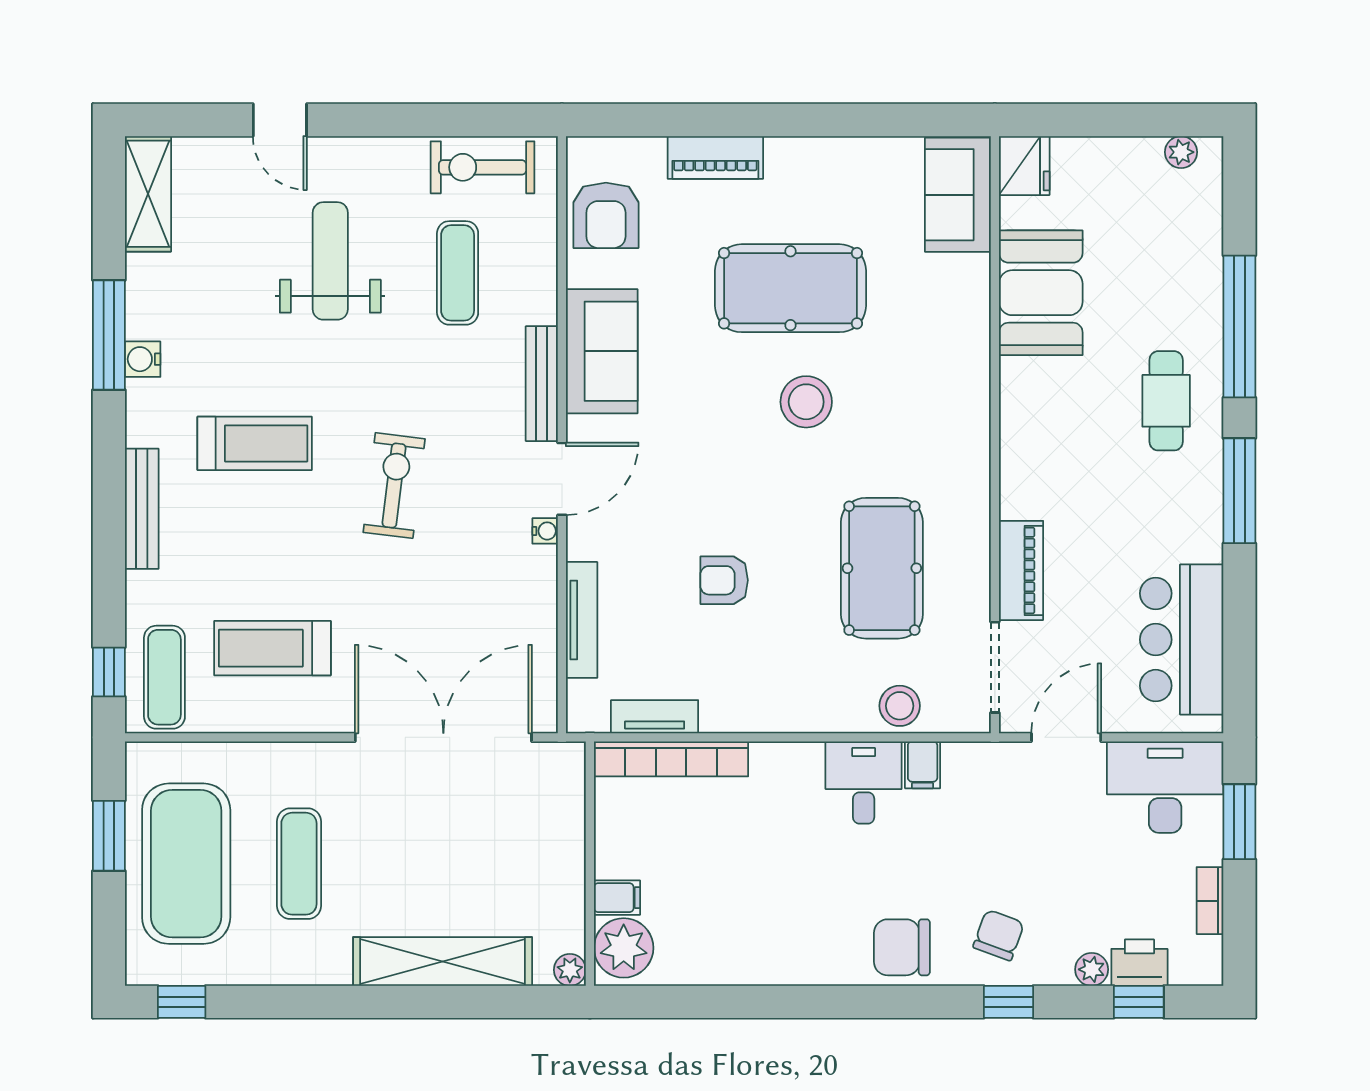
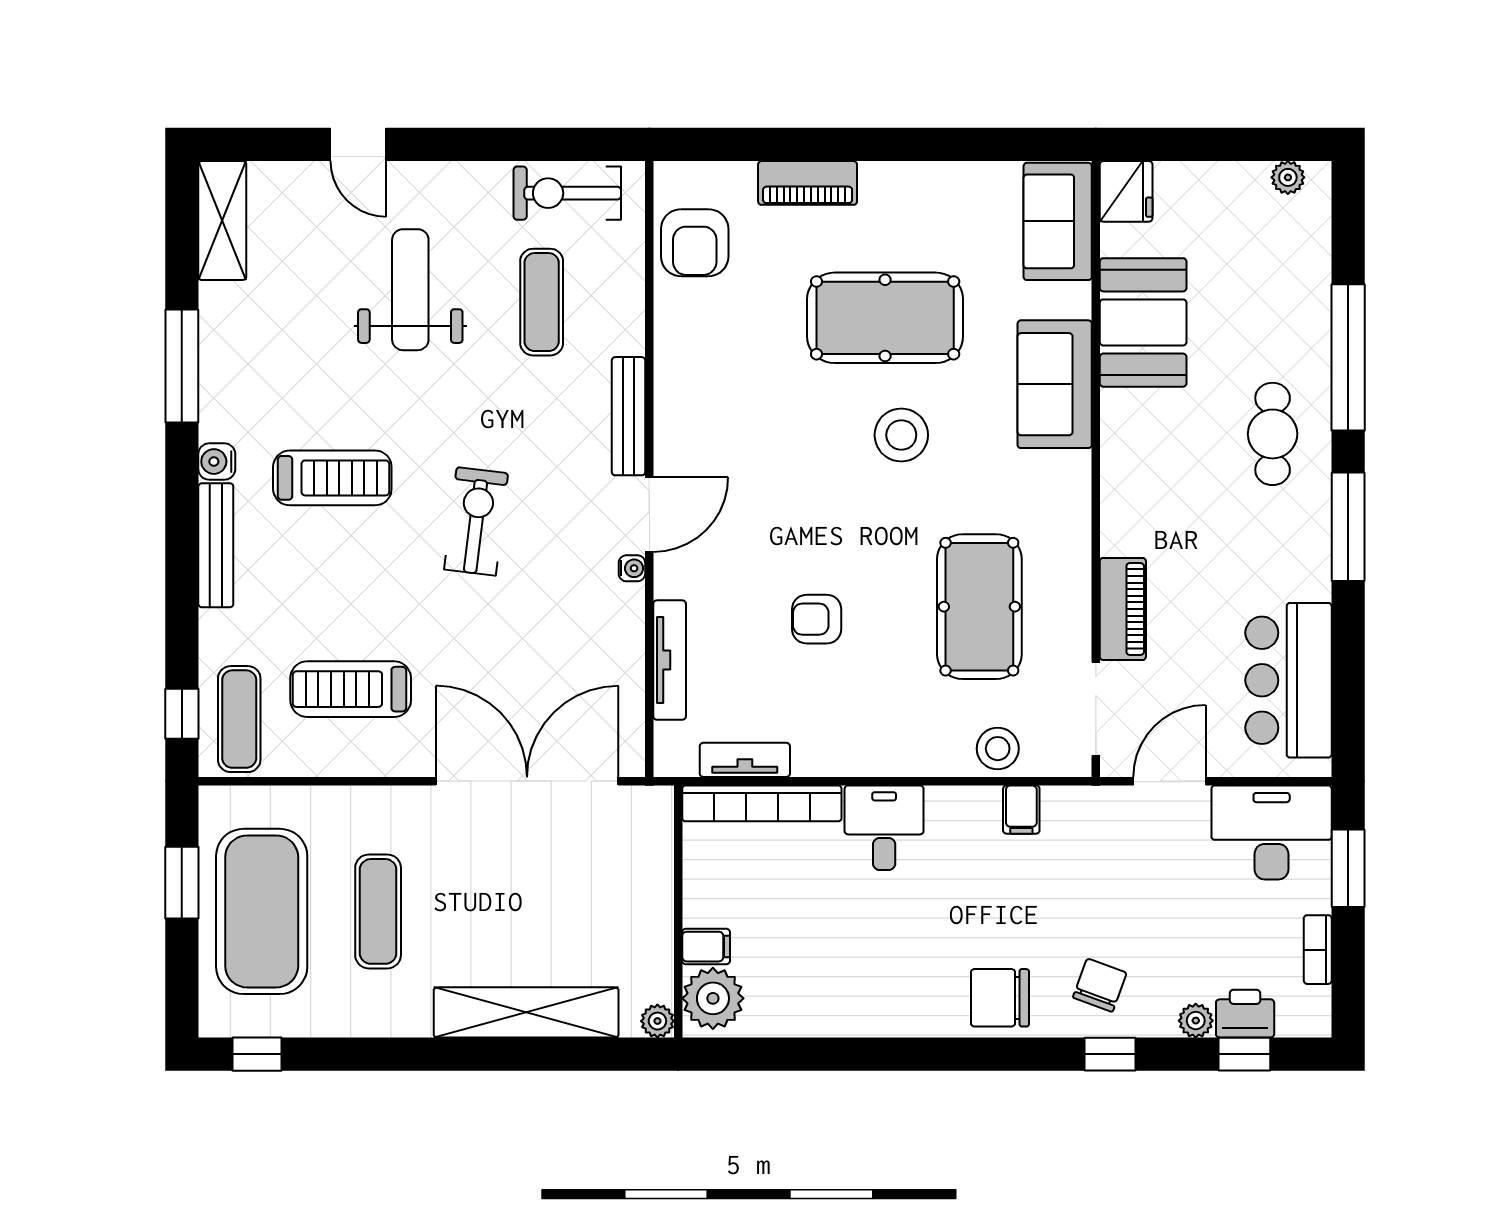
sofa: (602, 351) -> (1055, 384), moved, turned 180
water cooler: (143, 359) -> (217, 462), moved
desk: (864, 783) -> (884, 828), moved

